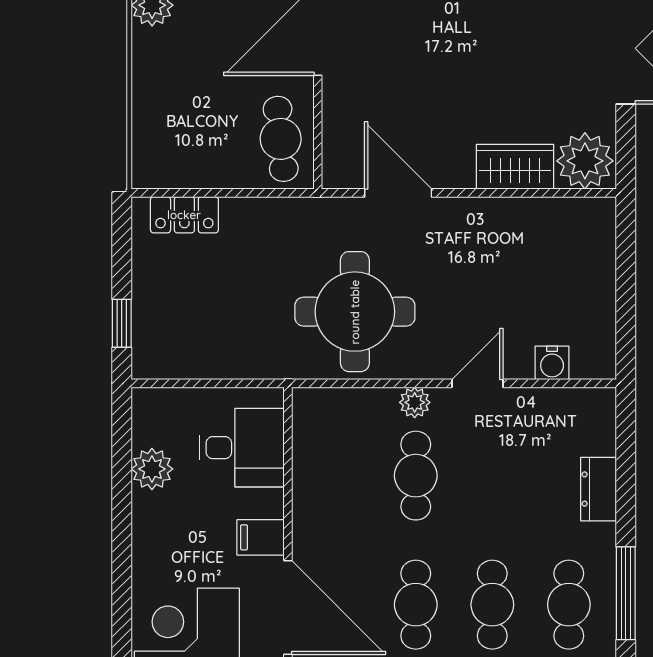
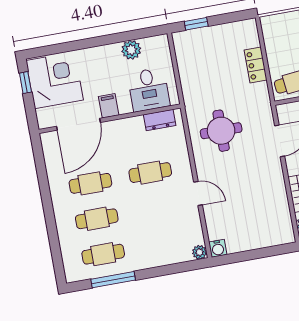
locker: (184, 215) -> (256, 65), moved
round table: (355, 312) -> (221, 131), width x0.73, depth x0.73
water cooler: (552, 363) -> (218, 248), moved, turned -90
plant: (415, 402) -> (199, 252), moved
dresser: (599, 489) -> (160, 120), moved, turned 180

